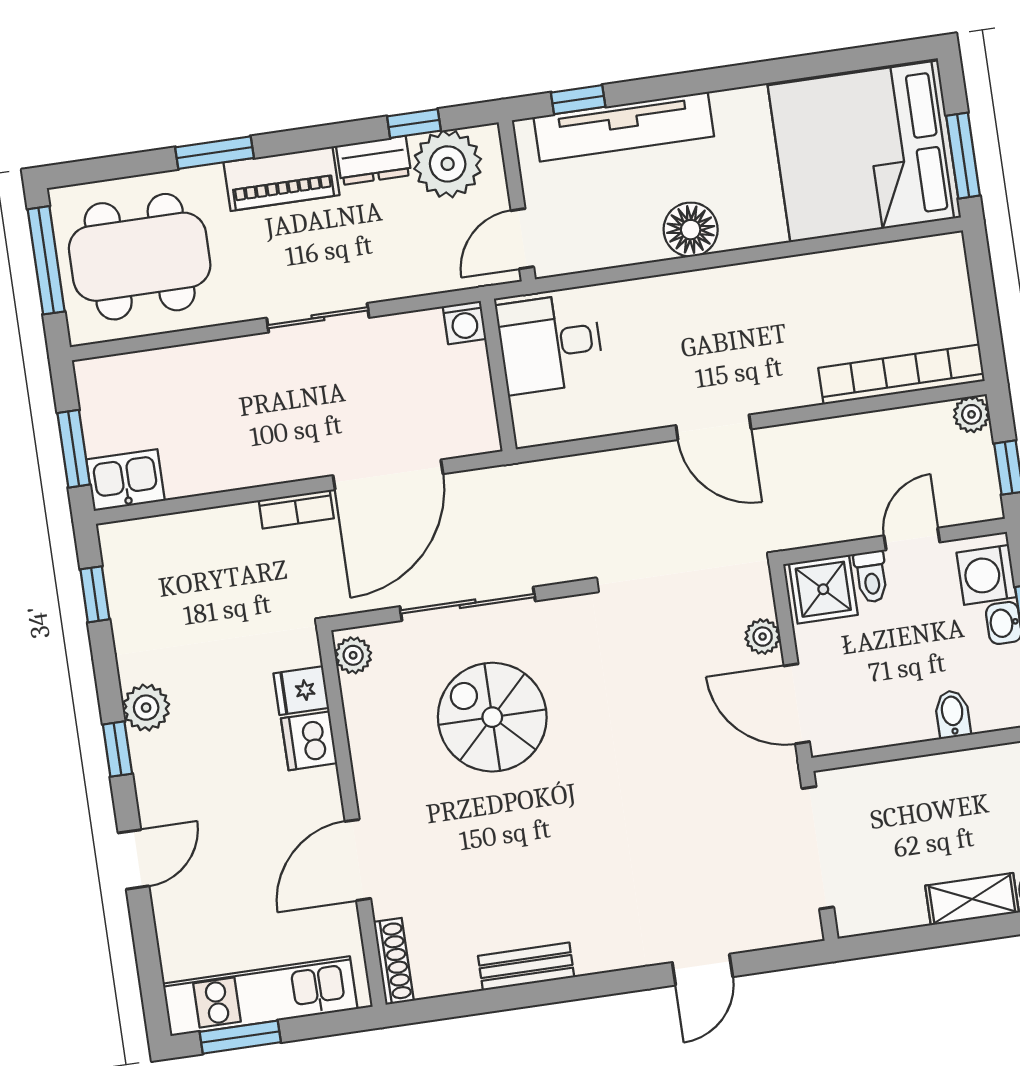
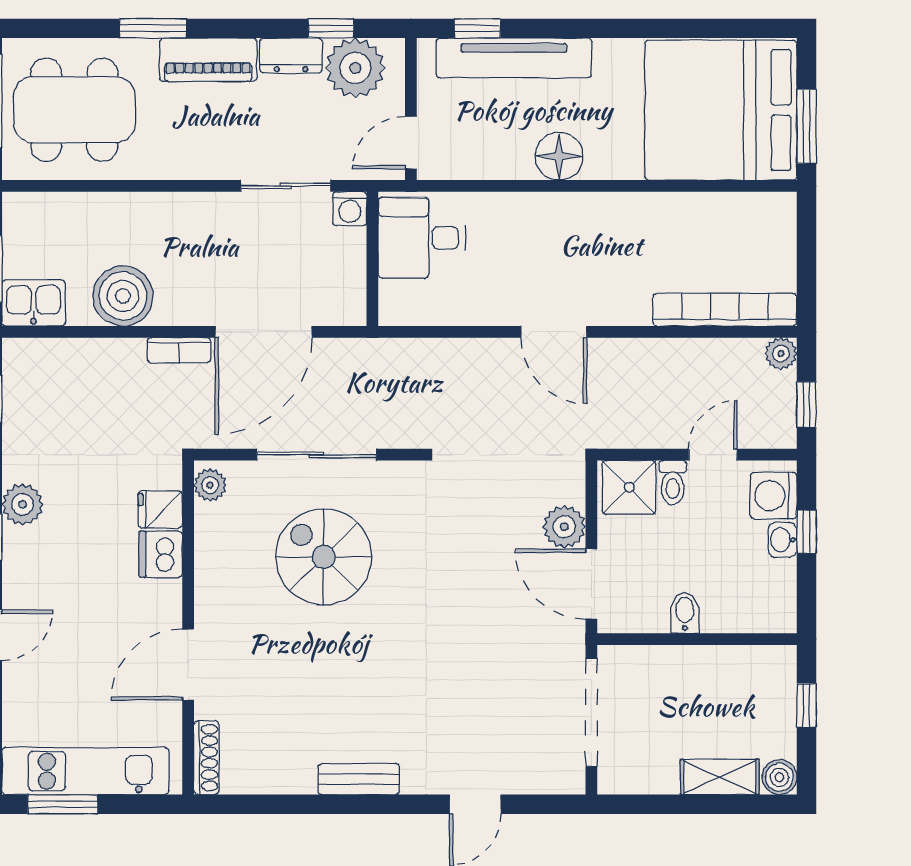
sliding door: (318, 318) -> (286, 186), moved
boiler: (225, 457) -> (123, 296), added
plant: (763, 637) -> (564, 527), width x1.38, depth x1.38
bidet: (953, 714) -> (685, 613), moved
bench: (526, 967) -> (359, 779), moved

